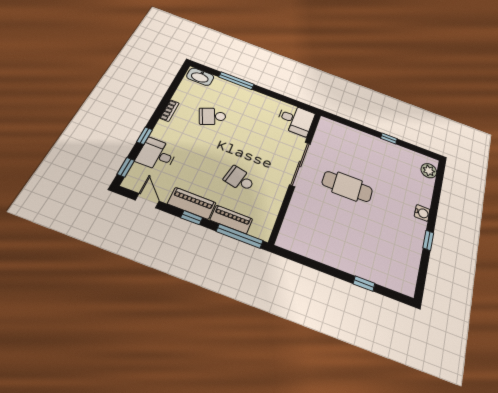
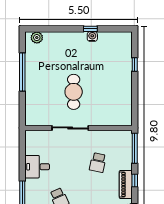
desk: (296, 120) -> (37, 167), moved, turned -90
window: (389, 138) -> (22, 72), width x3.17
water cooler: (422, 213) -> (92, 37), moved
piano: (231, 219) -> (126, 157), removed

